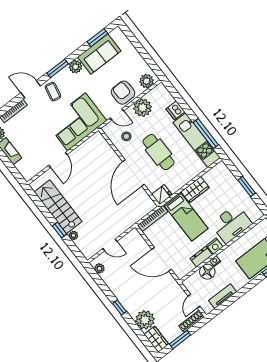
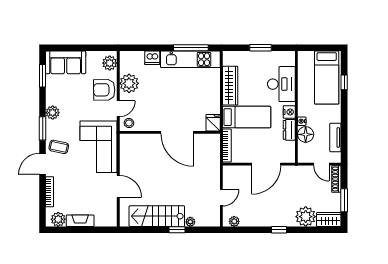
sofa: (99, 54) -> (66, 62), moved, turned 90
stool: (126, 136) -> (129, 123), moved
cafe table: (159, 152) -> (176, 98), removed
wardrobe: (195, 190) -> (230, 86), width x1.50

